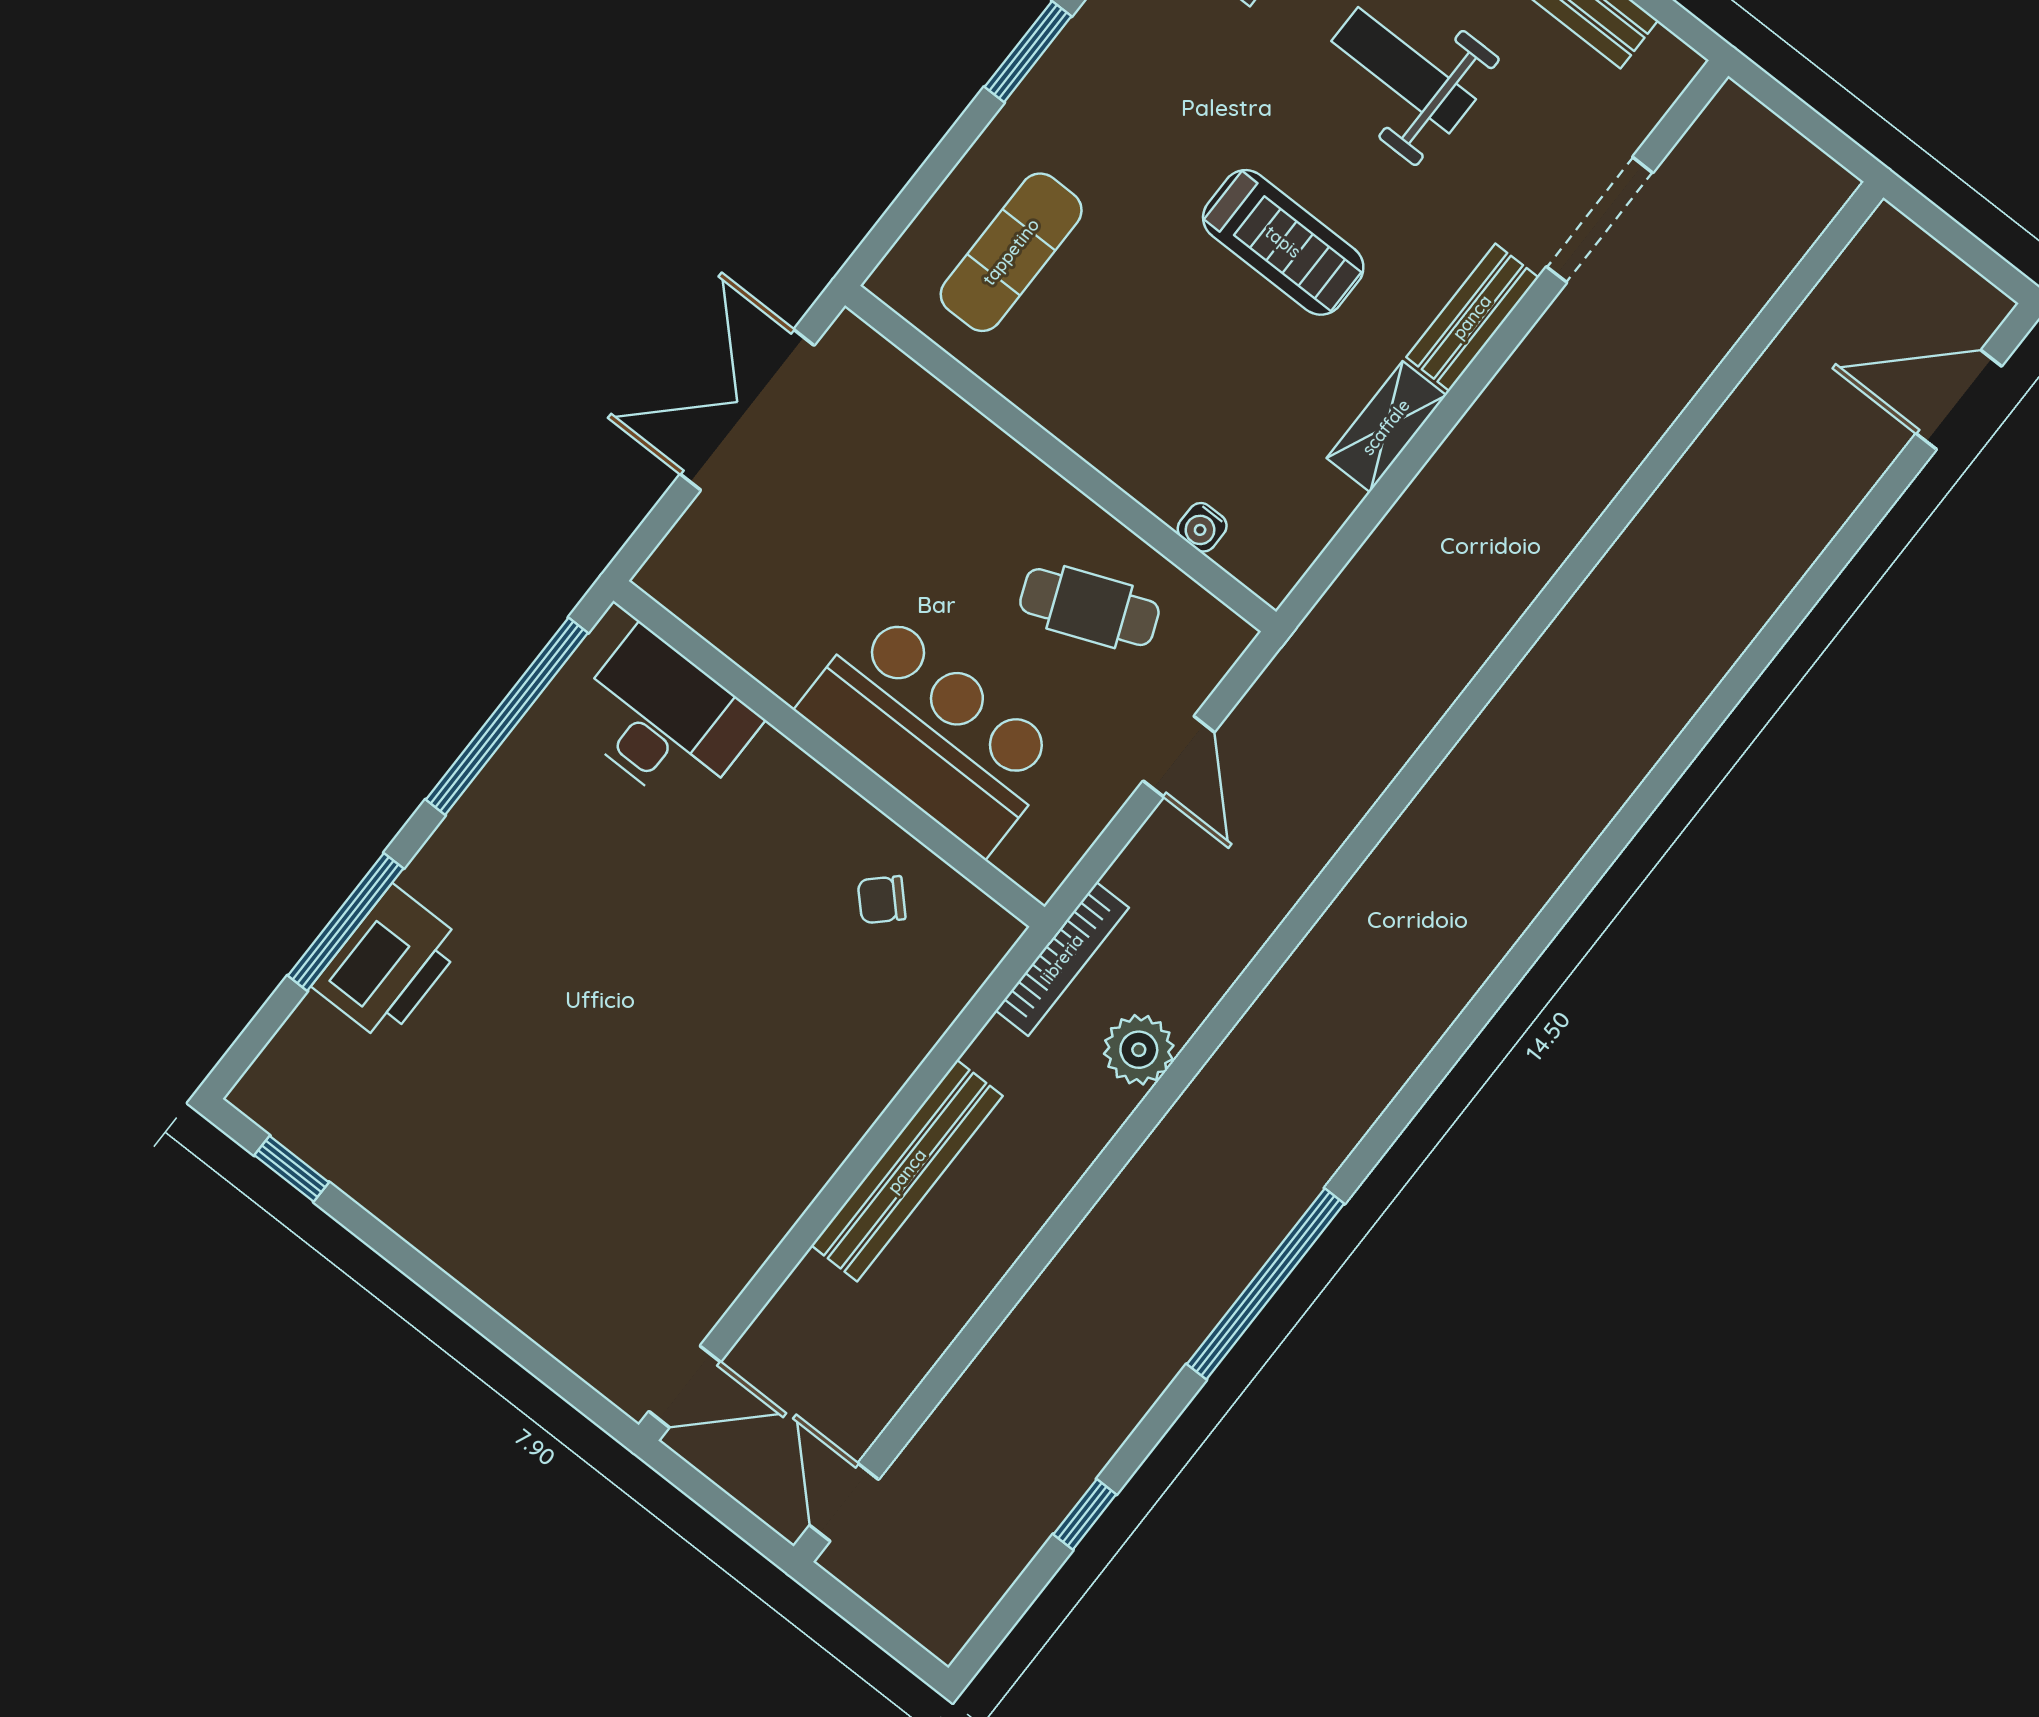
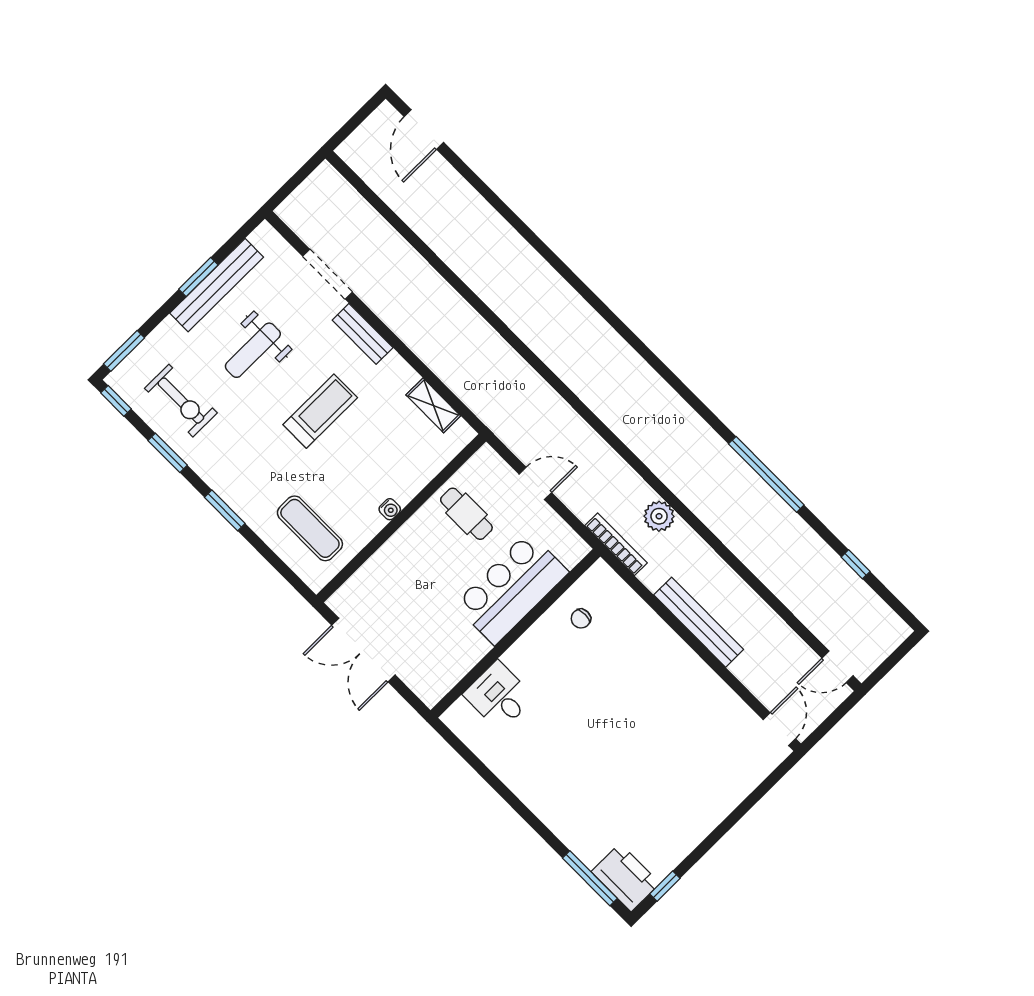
shelving: (1386, 427) -> (433, 405), moved
water cooler: (1202, 527) -> (390, 509), moved
cafe table: (1089, 607) -> (466, 514), turned -68
window: (507, 716) -> (482, 770), removed
desk: (664, 720) -> (499, 696), width x0.73
chair: (882, 900) -> (581, 619), turned 44
window: (346, 922) -> (590, 878), moved
printer: (389, 964) -> (626, 877), moved

